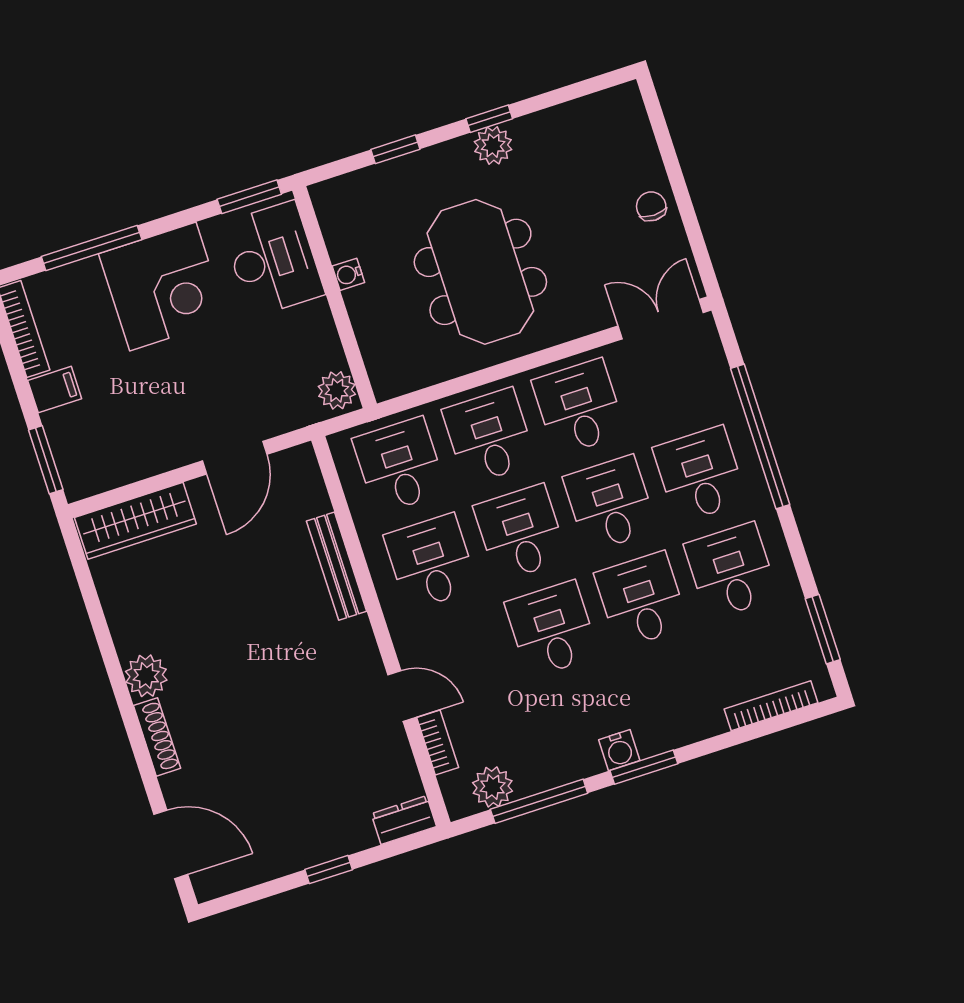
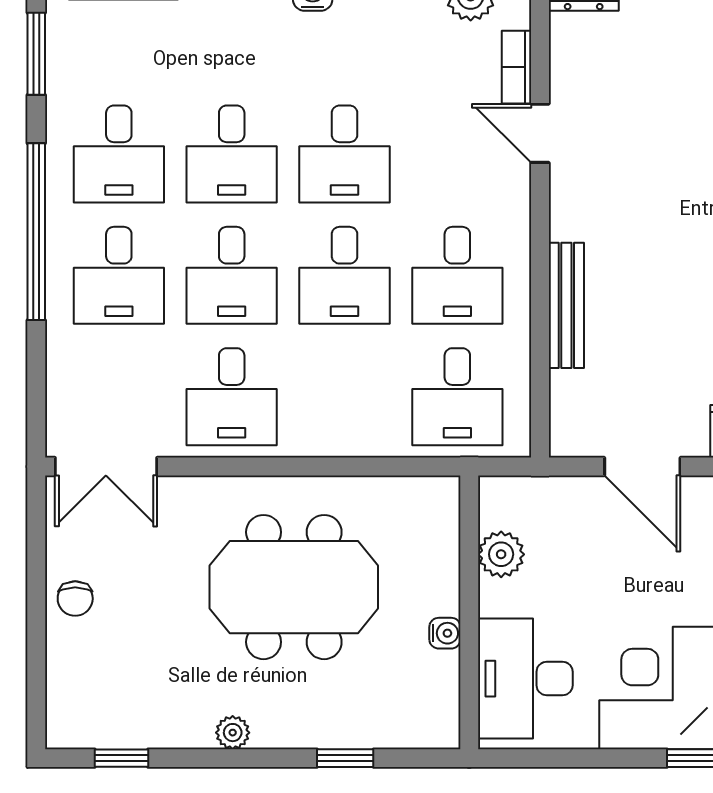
window: (489, 119) -> (121, 758), moved
plant: (493, 146) -> (233, 733), width x0.73, depth x0.73
window: (249, 197) -> (529, 758), removed
meeting table: (480, 272) -> (294, 587), turned 90
plant: (337, 390) -> (501, 554), moved
desk: (489, 436) -> (345, 397), removed
window: (760, 437) -> (36, 232), moved
door: (235, 458) -> (642, 467), swing flipped

